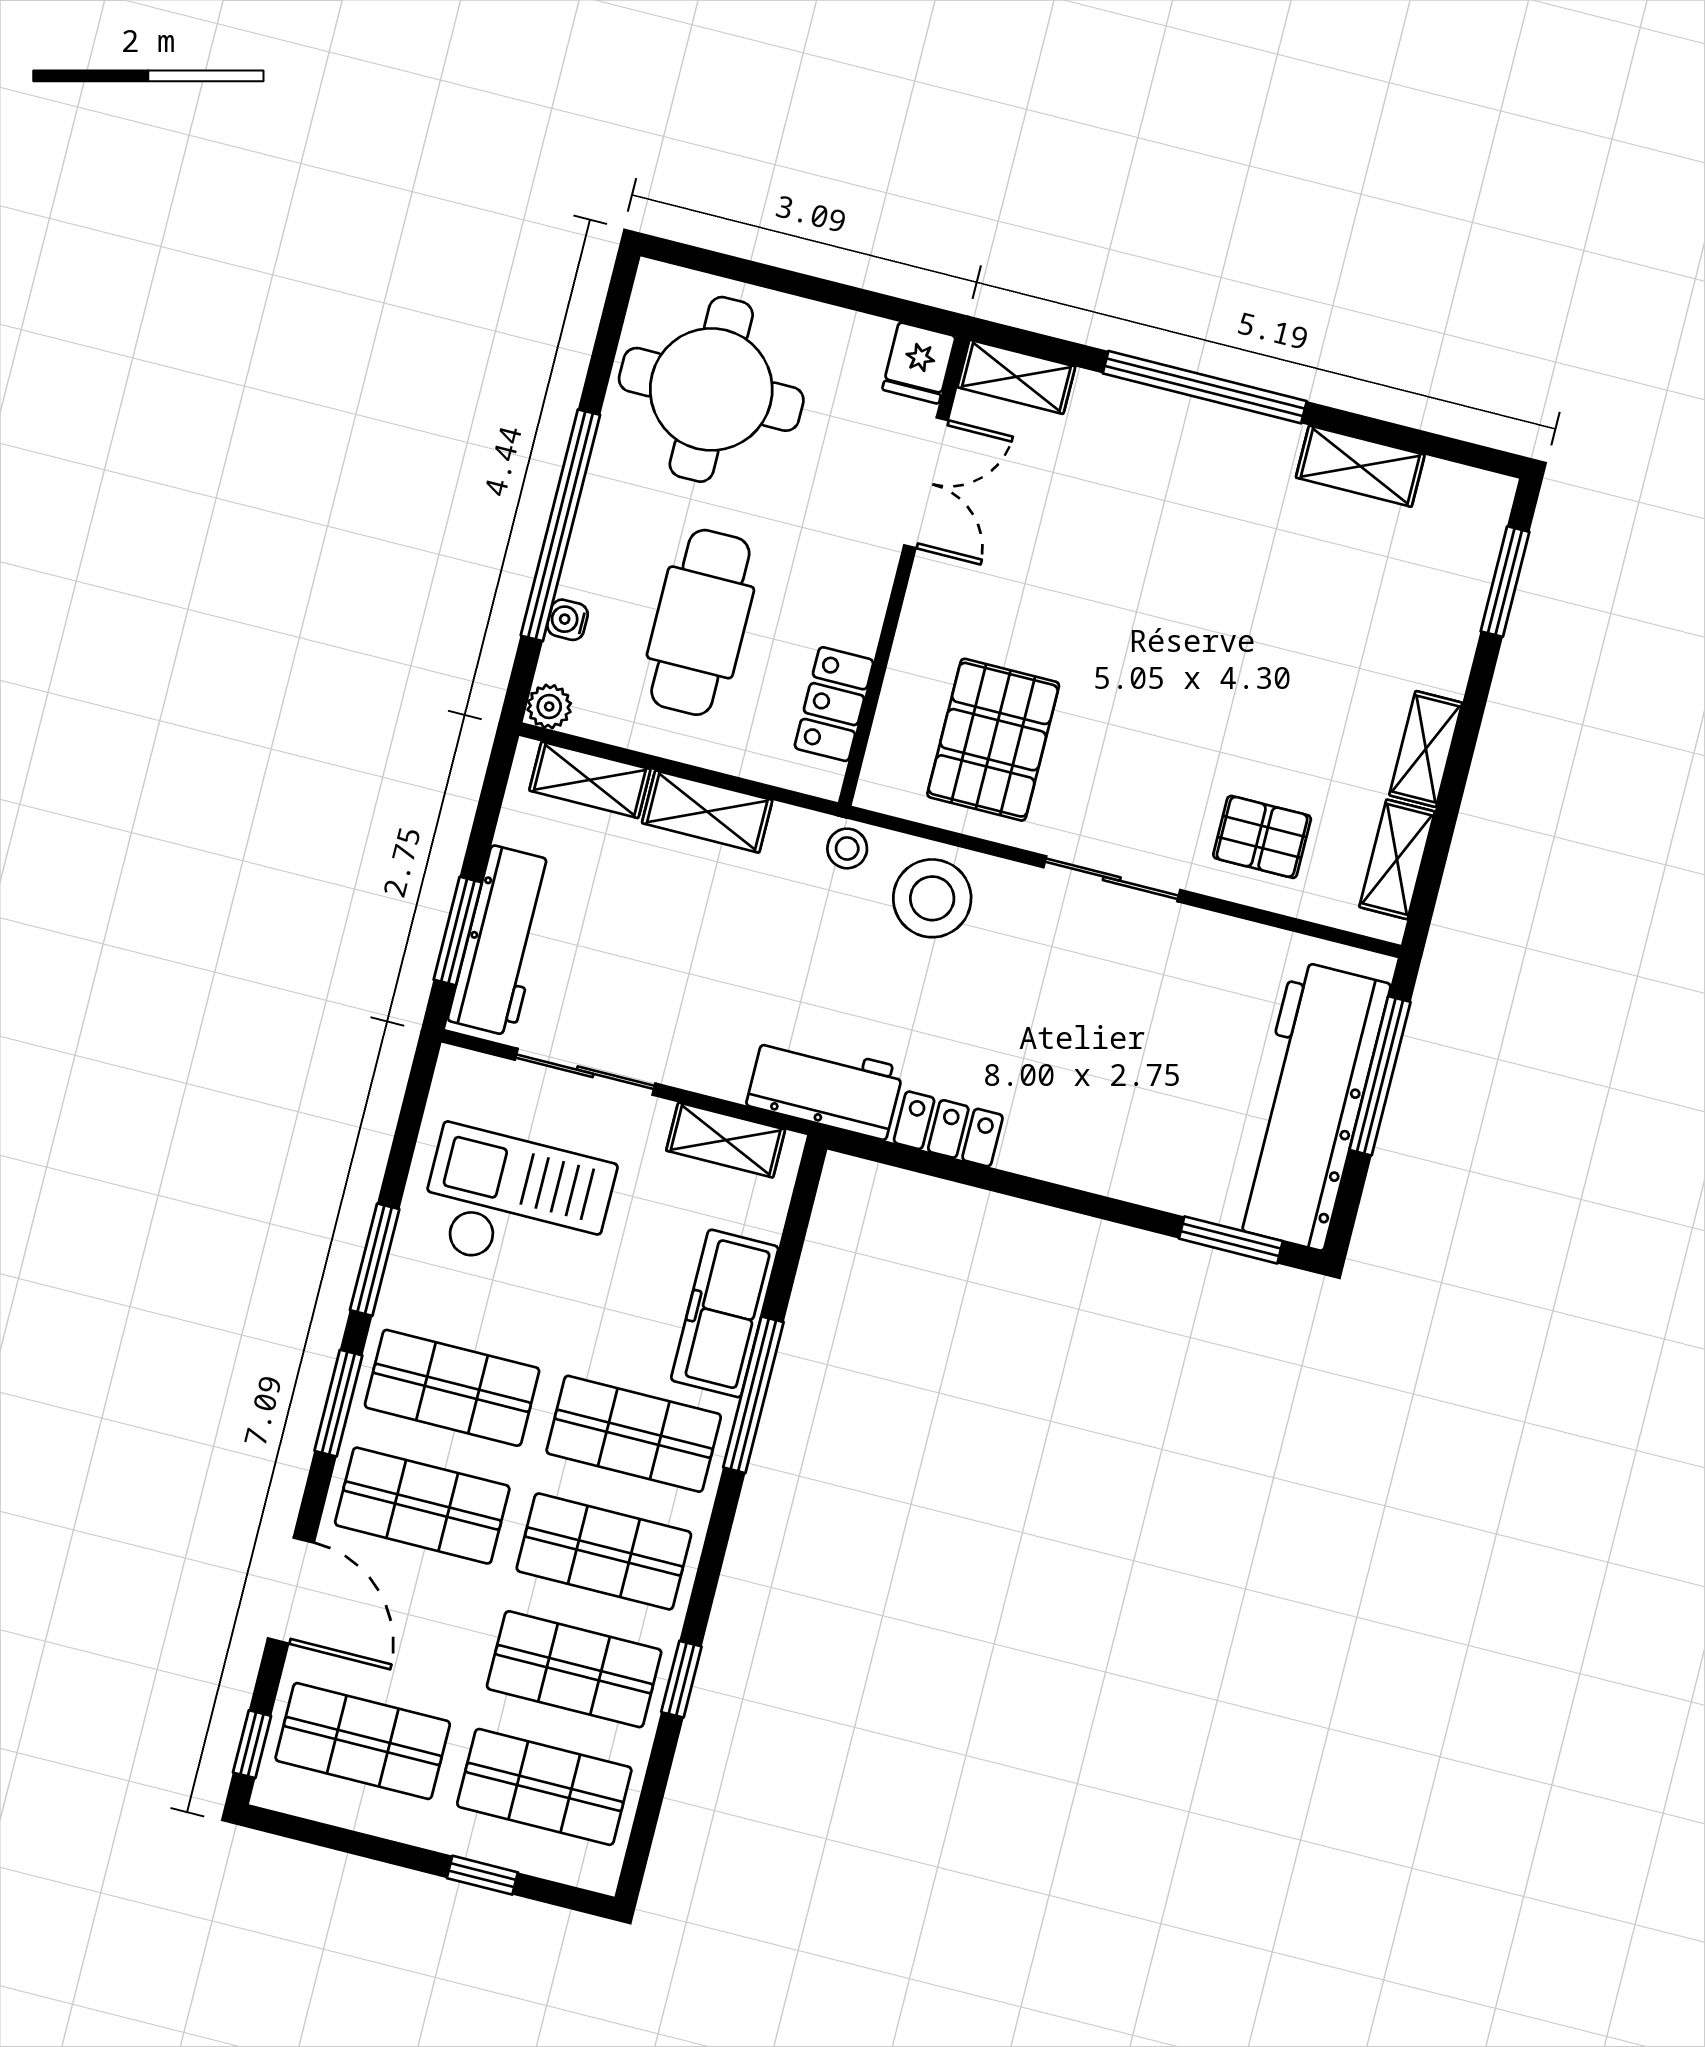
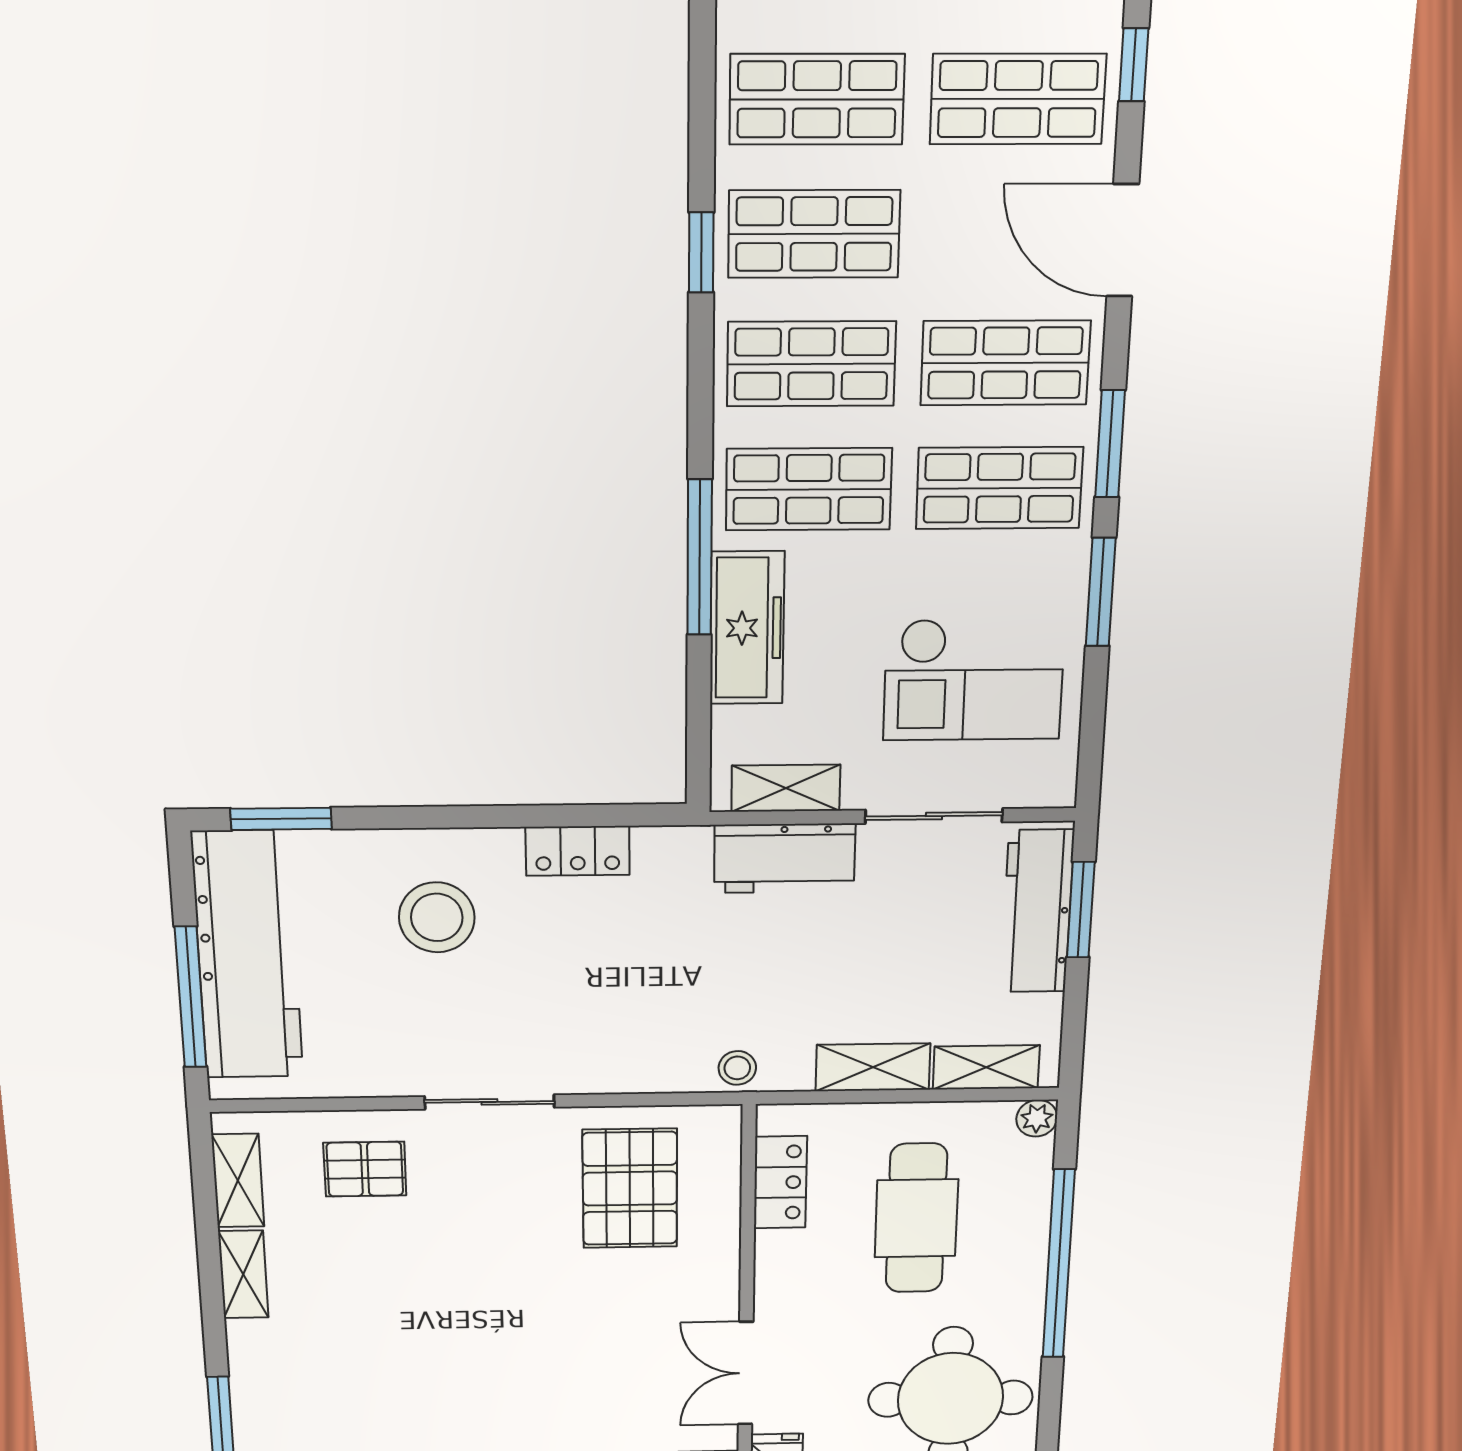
water cooler: (568, 620) -> (1036, 1192), removed
stool: (932, 898) -> (437, 917), moved
workbench: (825, 1087) -> (785, 858), moved

